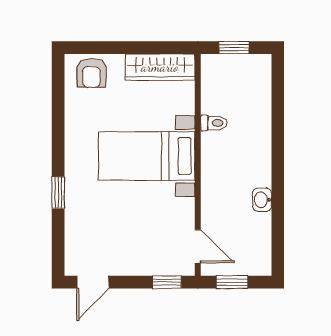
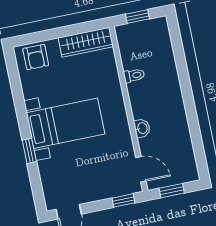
bed with nightstands: (147, 156) -> (66, 123), moved, turned 180
washbasin: (262, 200) -> (142, 128), moved, turned 180

